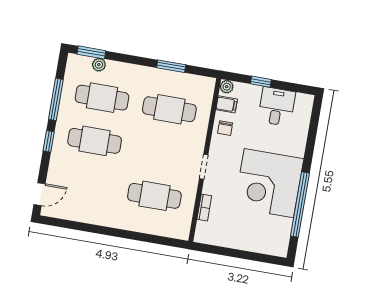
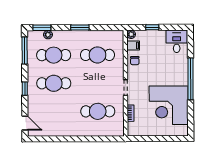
window: (171, 66) -> (80, 28), moved
window: (56, 99) -> (25, 51), moved
desk: (277, 107) -> (177, 41), moved
corner desk: (269, 183) -> (169, 105), moved
door: (40, 194) -> (25, 123), hinge flipped
window: (300, 205) -> (191, 79), moved

